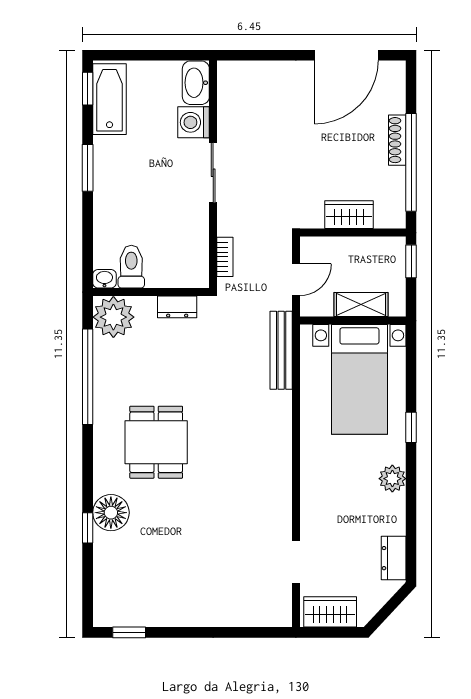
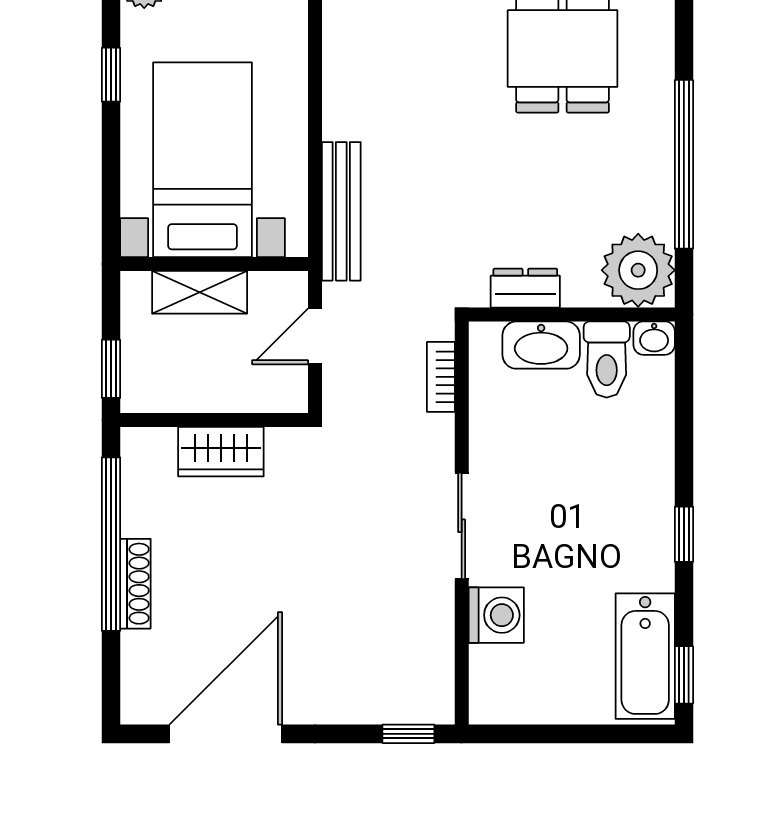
window: (243, 55) -> (408, 734), added
washbasin: (196, 83) -> (541, 345), moved, turned 90
window: (88, 168) -> (684, 534), width x0.67

